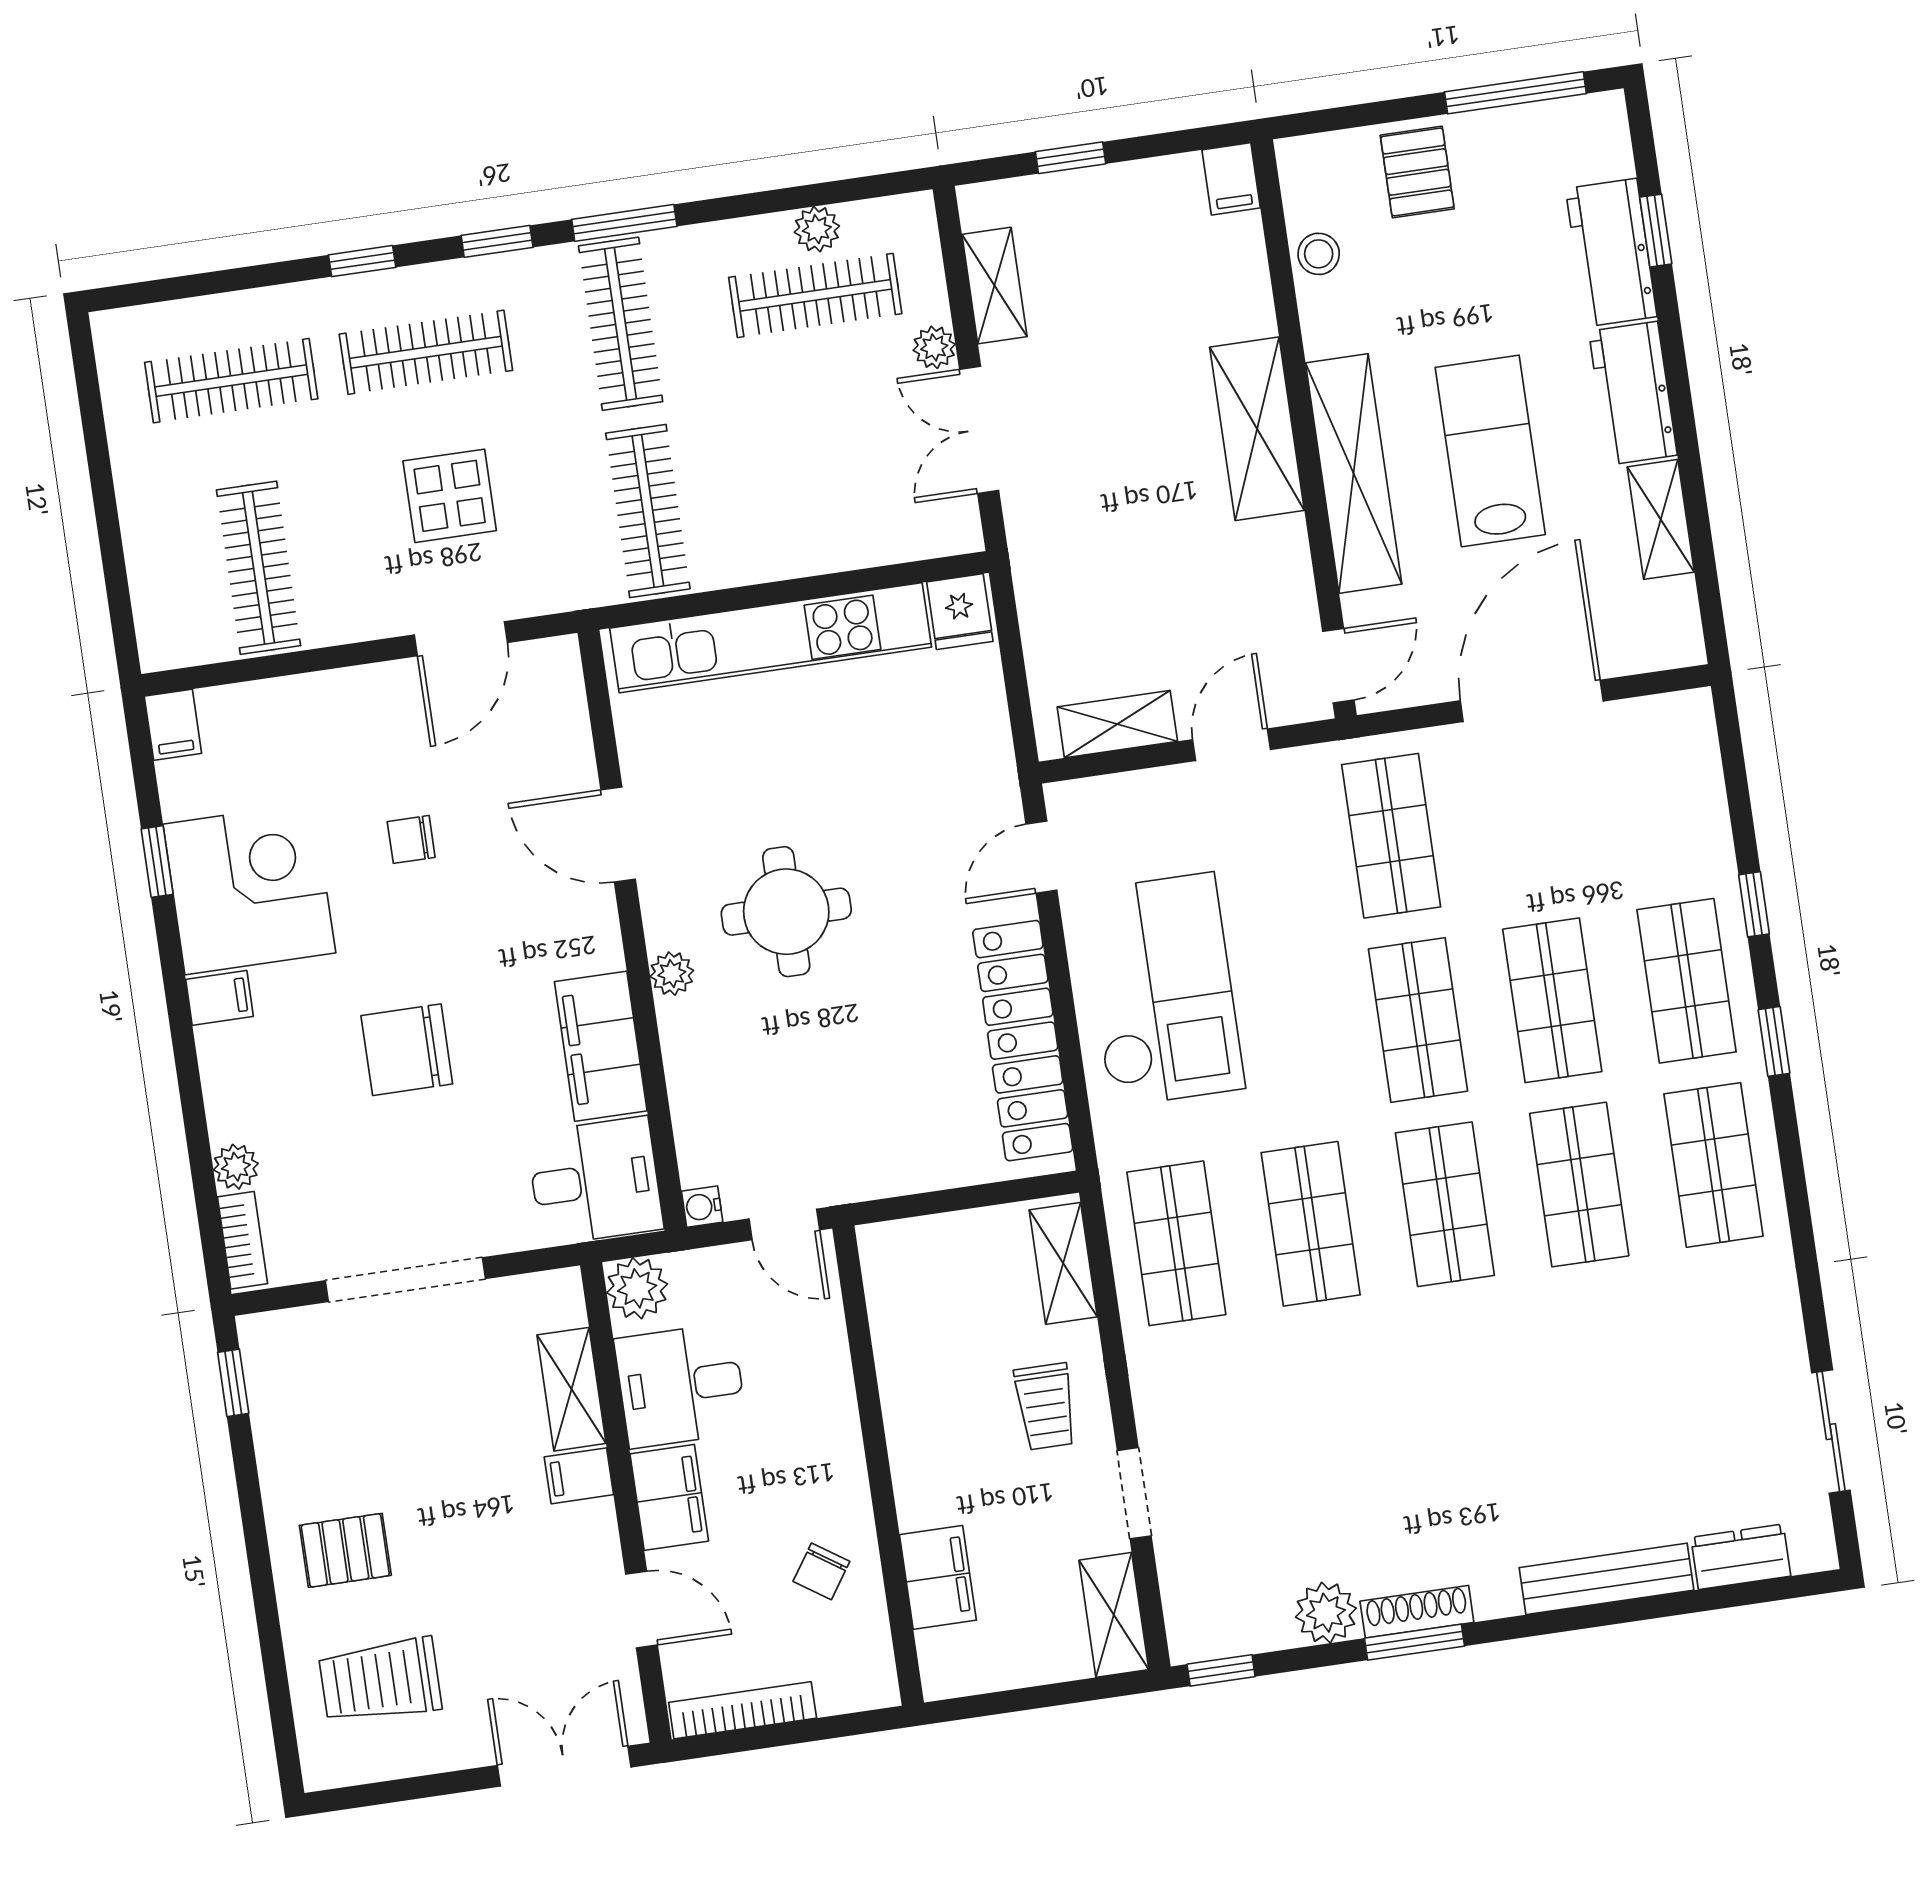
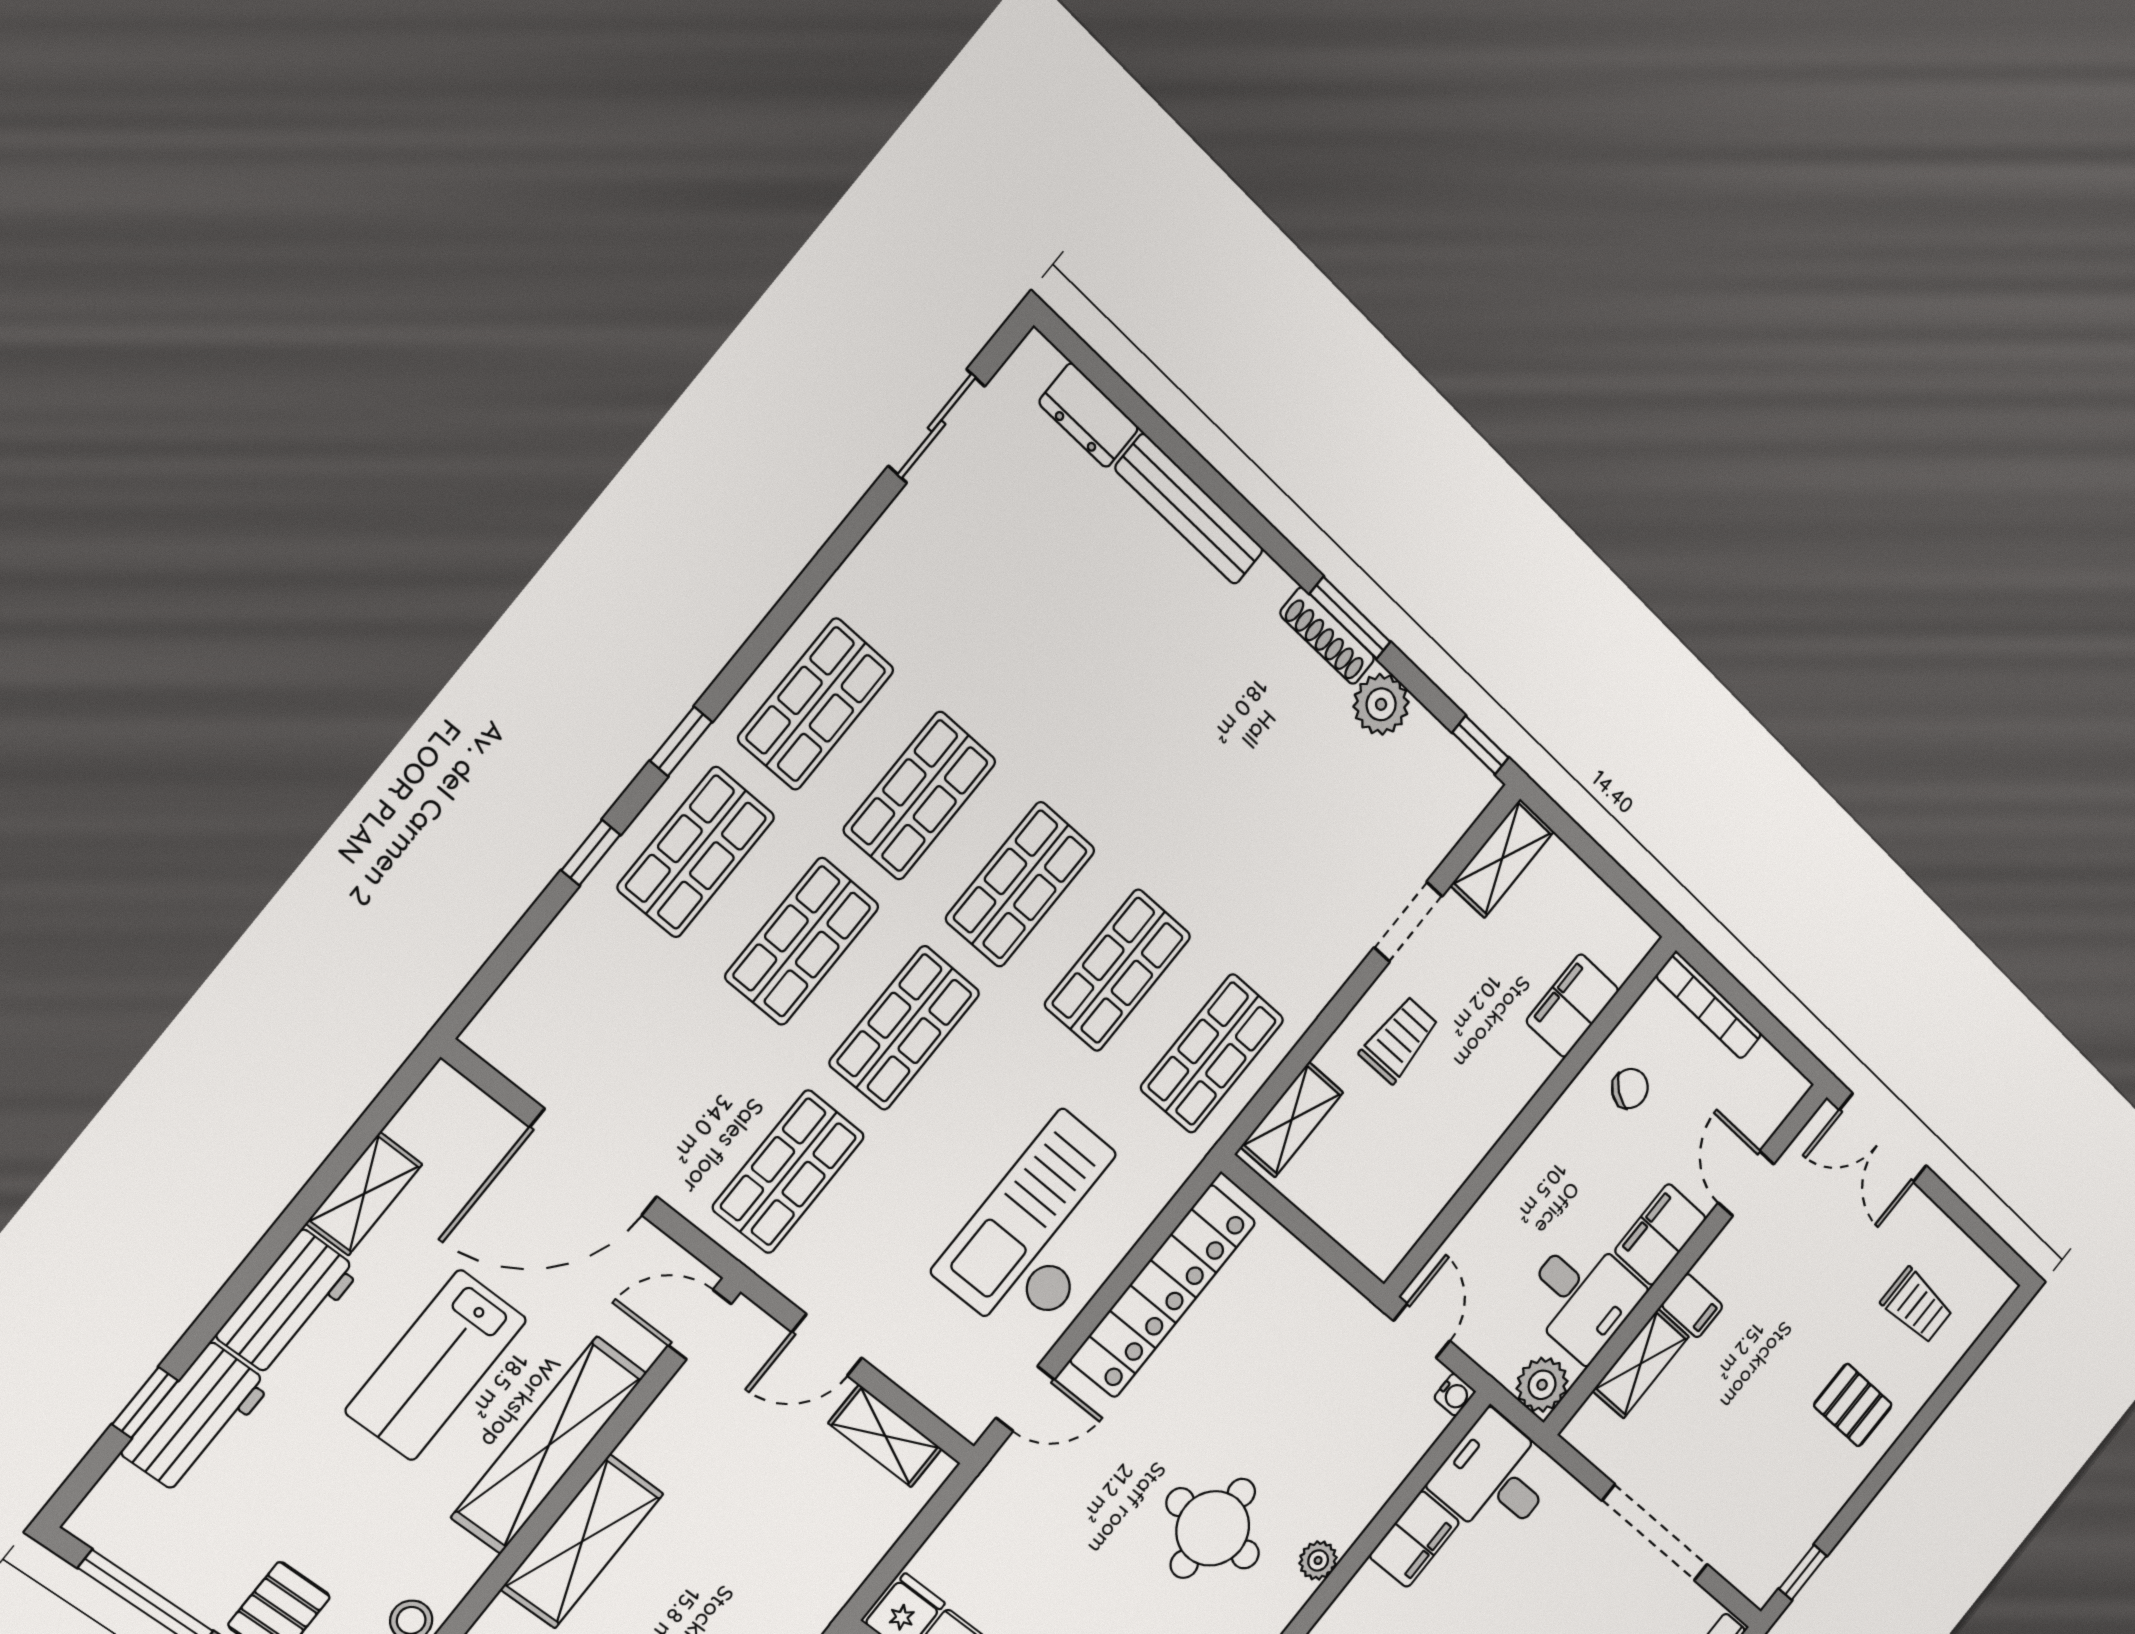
filing cabinet: (601, 1046) -> (1414, 1539), width x0.67, depth x0.86
trolley: (380, 1681) -> (1917, 1306), width x0.73, depth x0.72
bookcase: (743, 1710) -> (1709, 1005), moved

